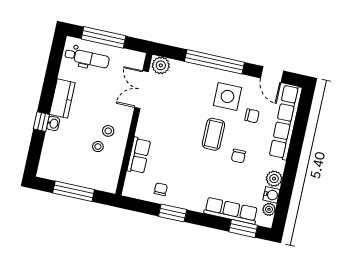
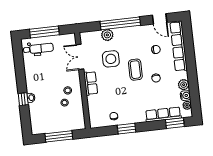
plant: (161, 65) -> (107, 35), moved
side table: (227, 96) -> (111, 59), moved
kitchen counter: (62, 98) -> (31, 80), removed
row of seats: (139, 155) -> (91, 83), moved

